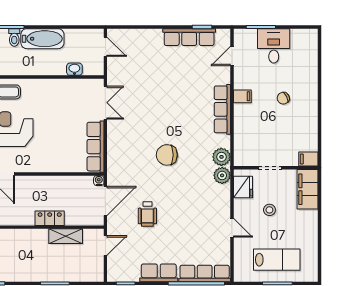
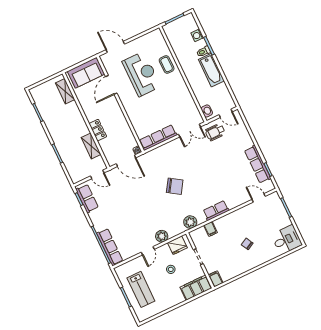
desk: (274, 46) -> (287, 240), moved
door: (105, 47) -> (226, 113), hinge flipped
washbasin: (74, 69) -> (207, 111), moved
filing cabinet: (242, 96) -> (210, 229), moved
row of seats: (222, 109) -> (216, 211), width x0.68
chair: (167, 155) -> (175, 186), turned 123
plant: (222, 175) -> (162, 236), moved
wheelchair: (147, 214) -> (215, 132), moved
row of seats: (159, 273) -> (87, 198), moved

